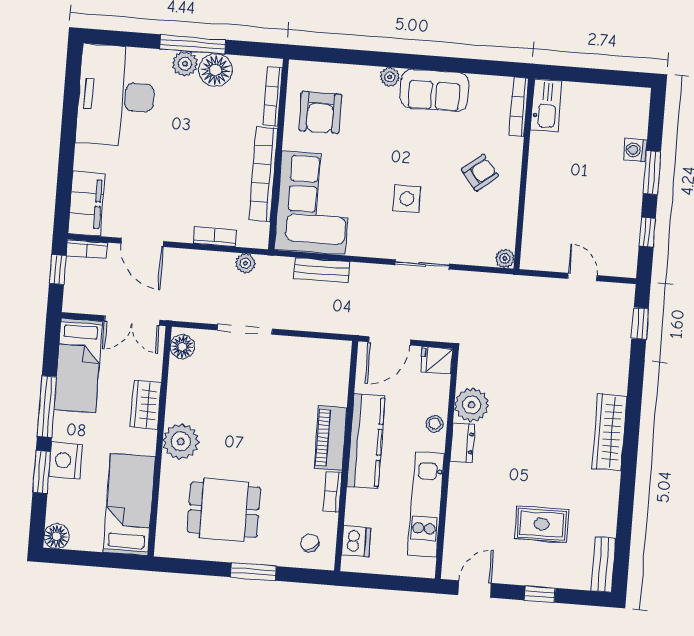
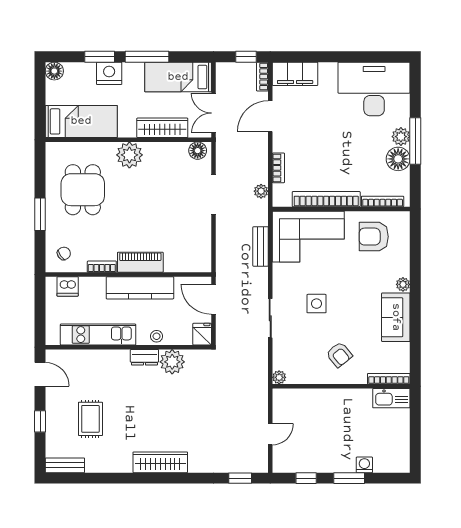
wardrobe: (146, 405) -> (162, 128), width x1.50

